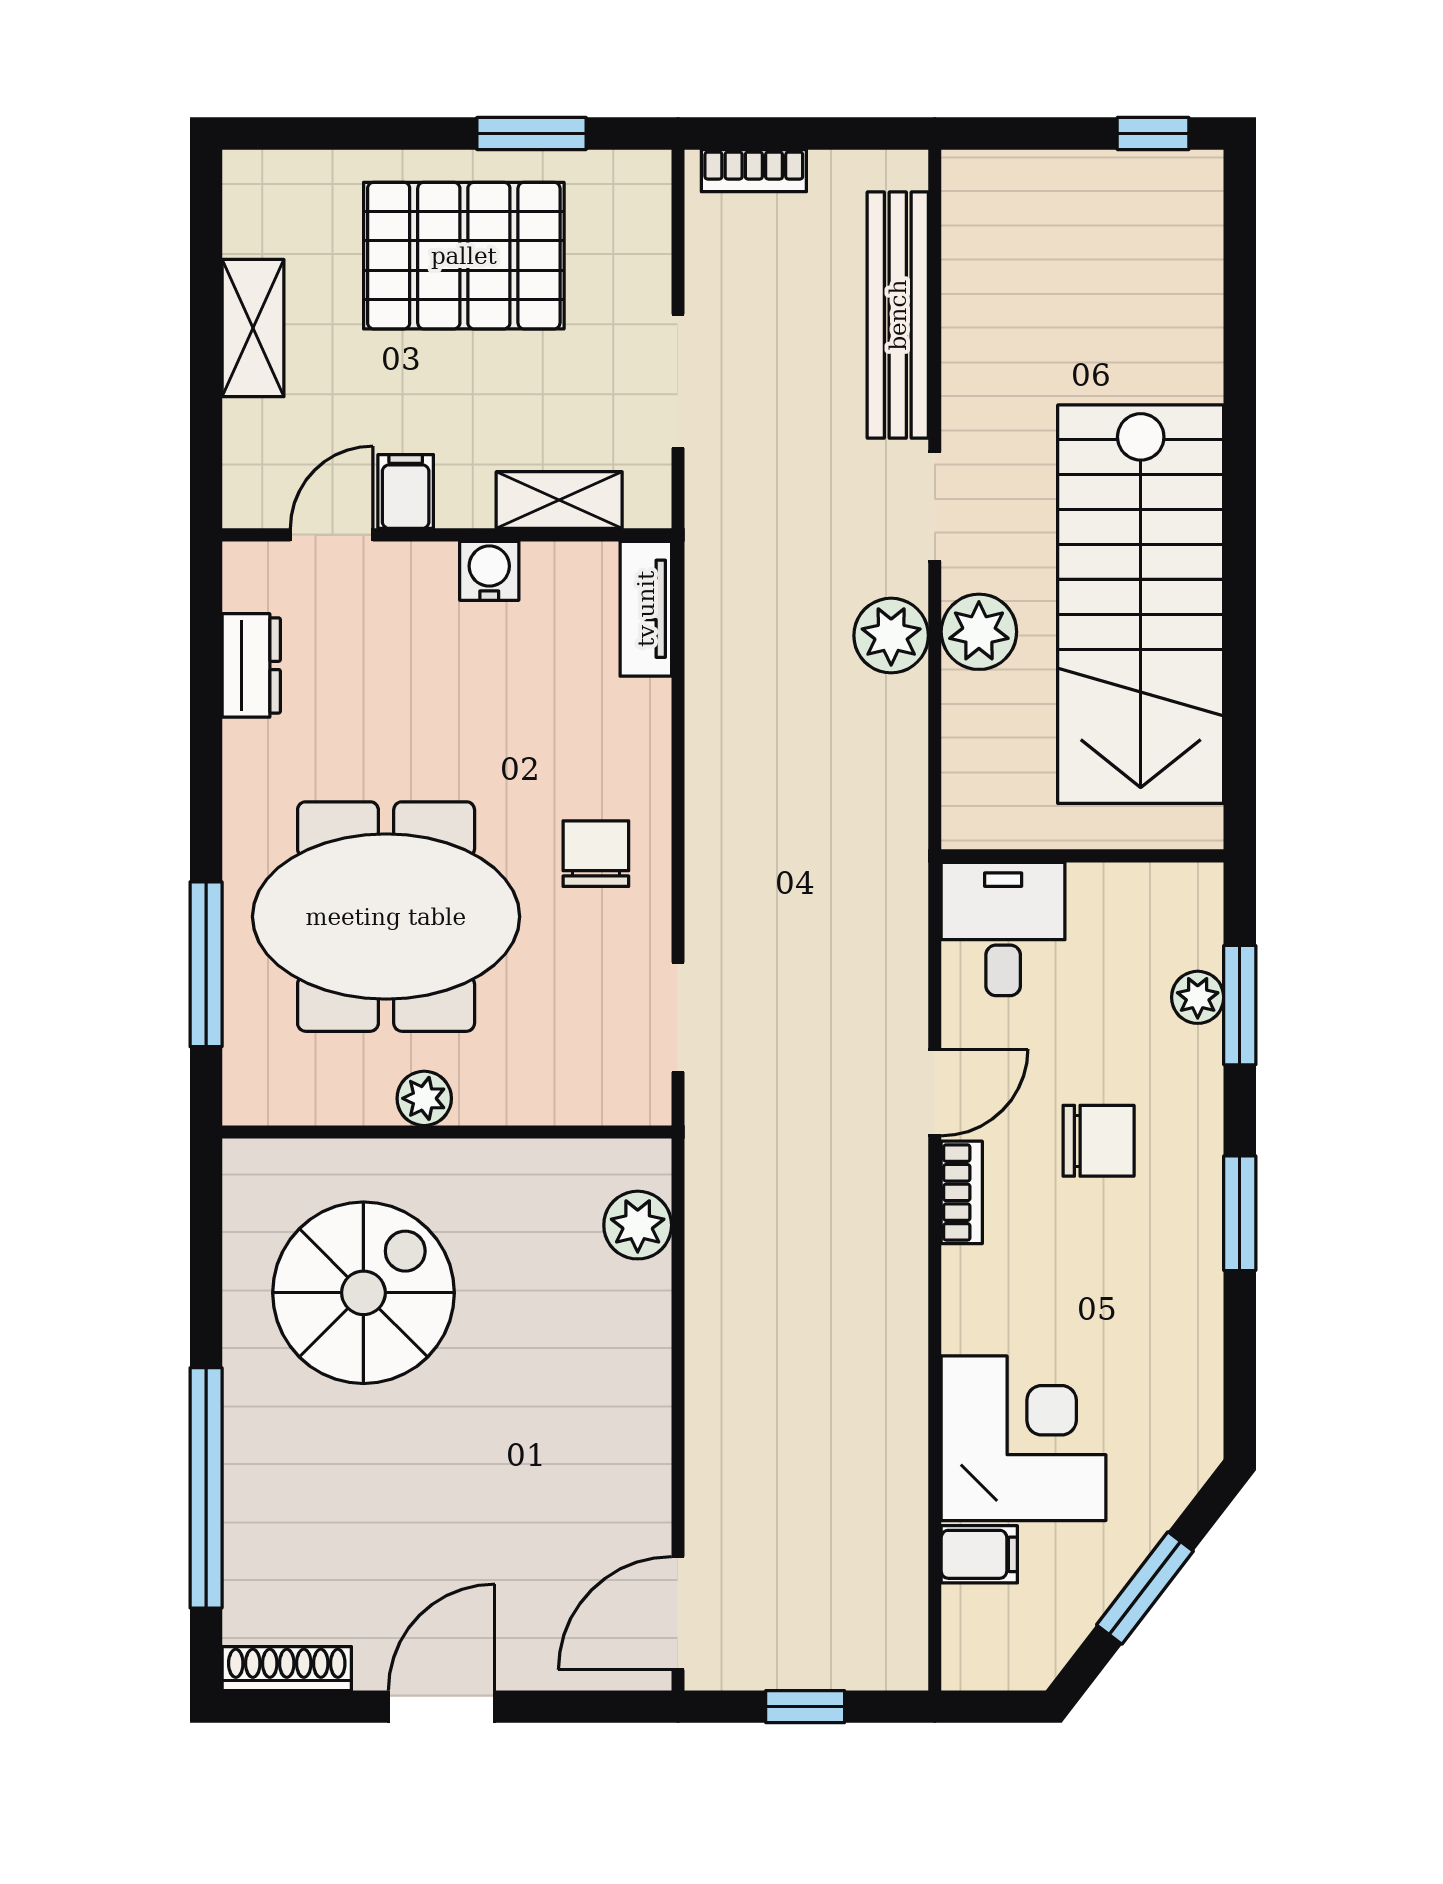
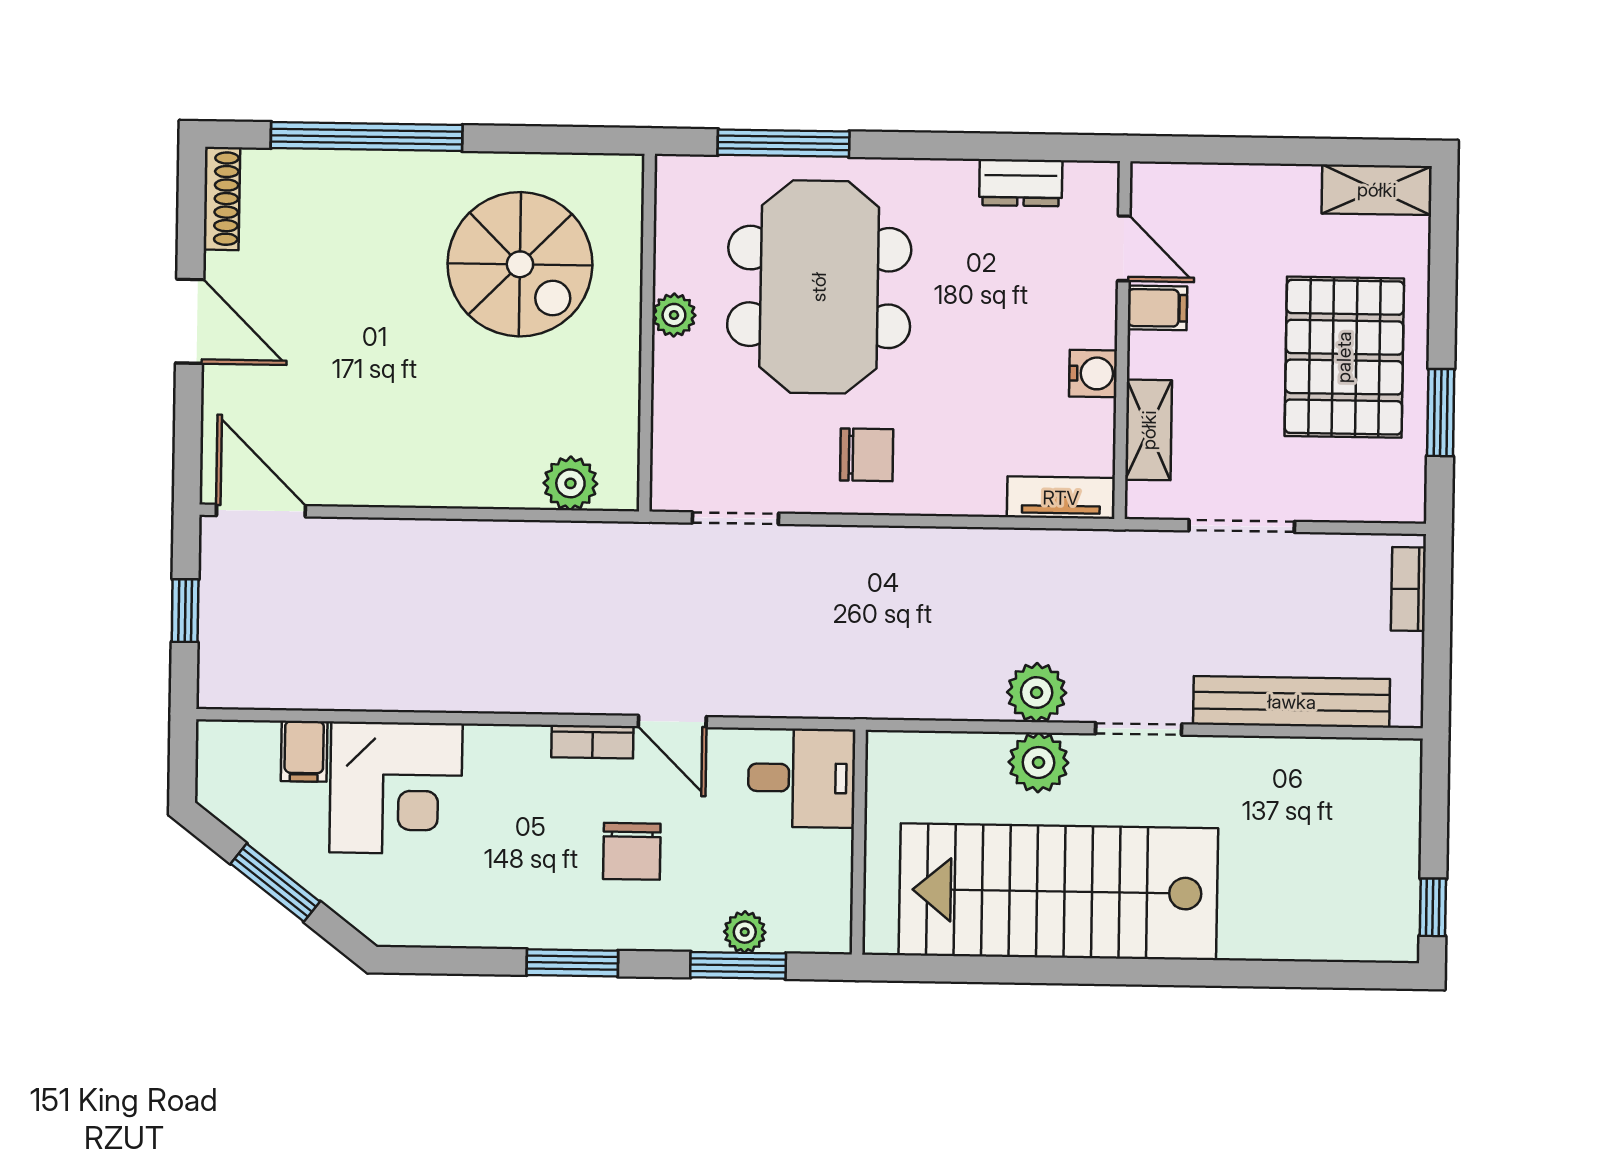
shelving: (253, 328) -> (1377, 190), moved

